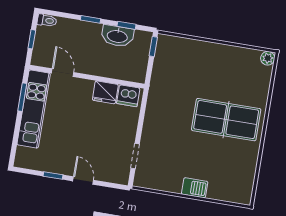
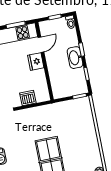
washbasin: (117, 36) -> (75, 58), moved
fridge: (105, 92) -> (36, 62), moved
dishwasher: (128, 96) -> (28, 98), moved, turned 90

